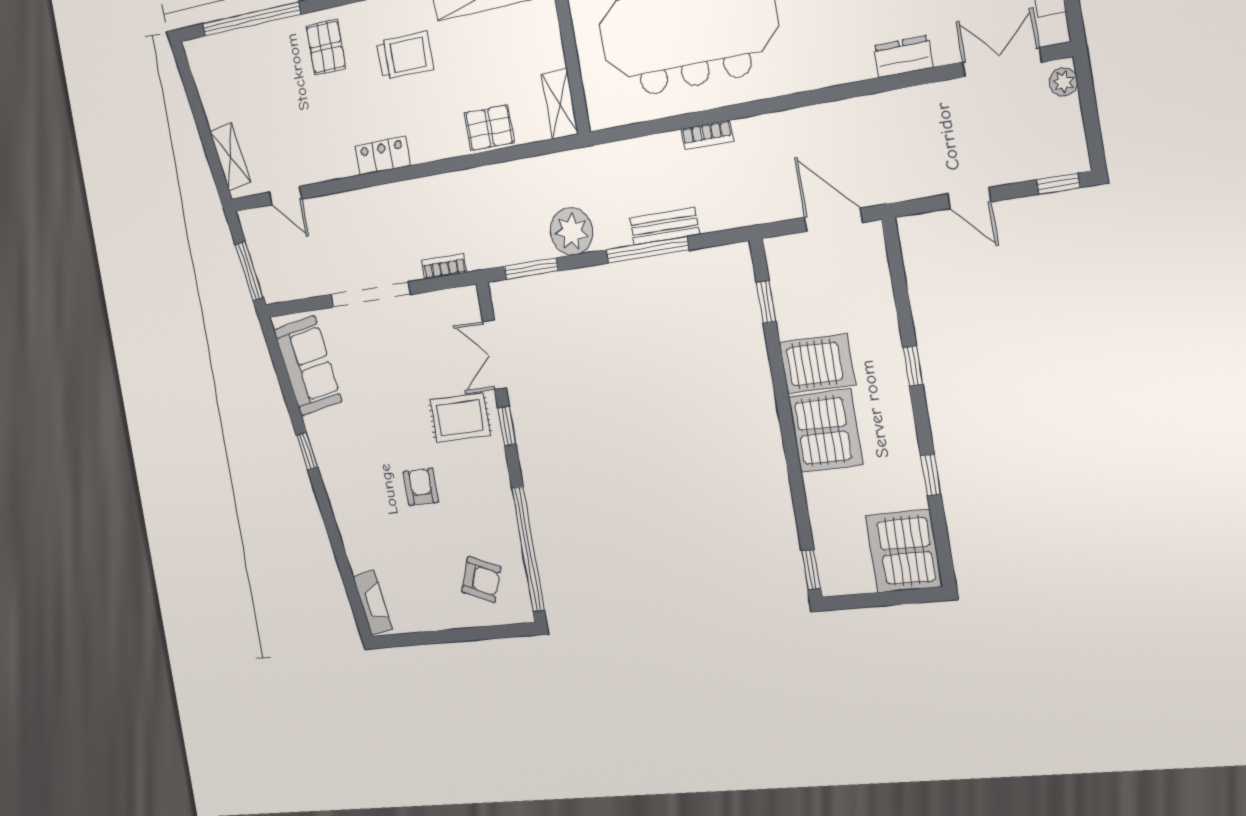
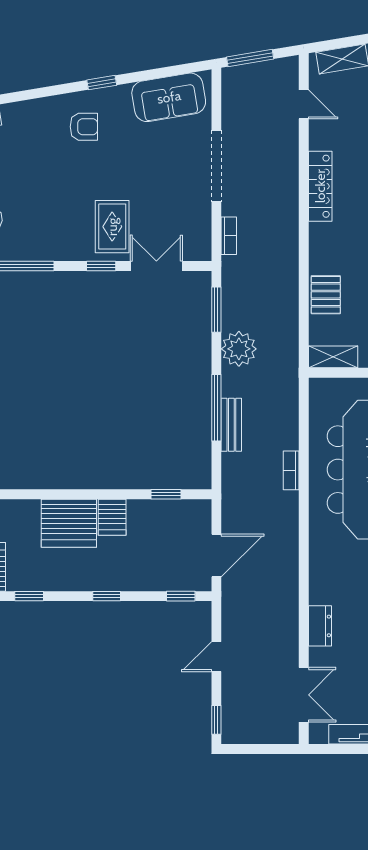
plant: (1063, 82) -> (283, 735), removed
locker: (382, 156) -> (320, 186), width x1.53
door: (286, 196) -> (304, 104), swing flipped
window: (895, 261) -> (181, 596), added
server rack: (817, 364) -> (112, 517), width x0.73, depth x0.70
armchair: (421, 487) -> (84, 127), moved

